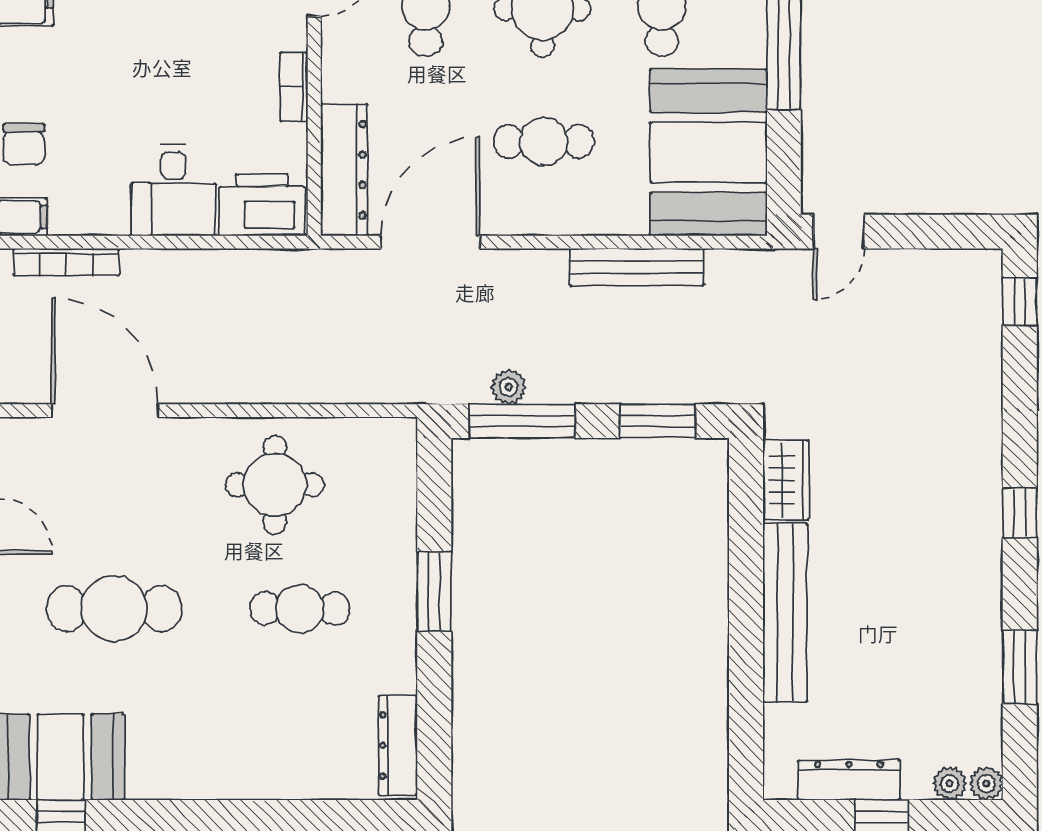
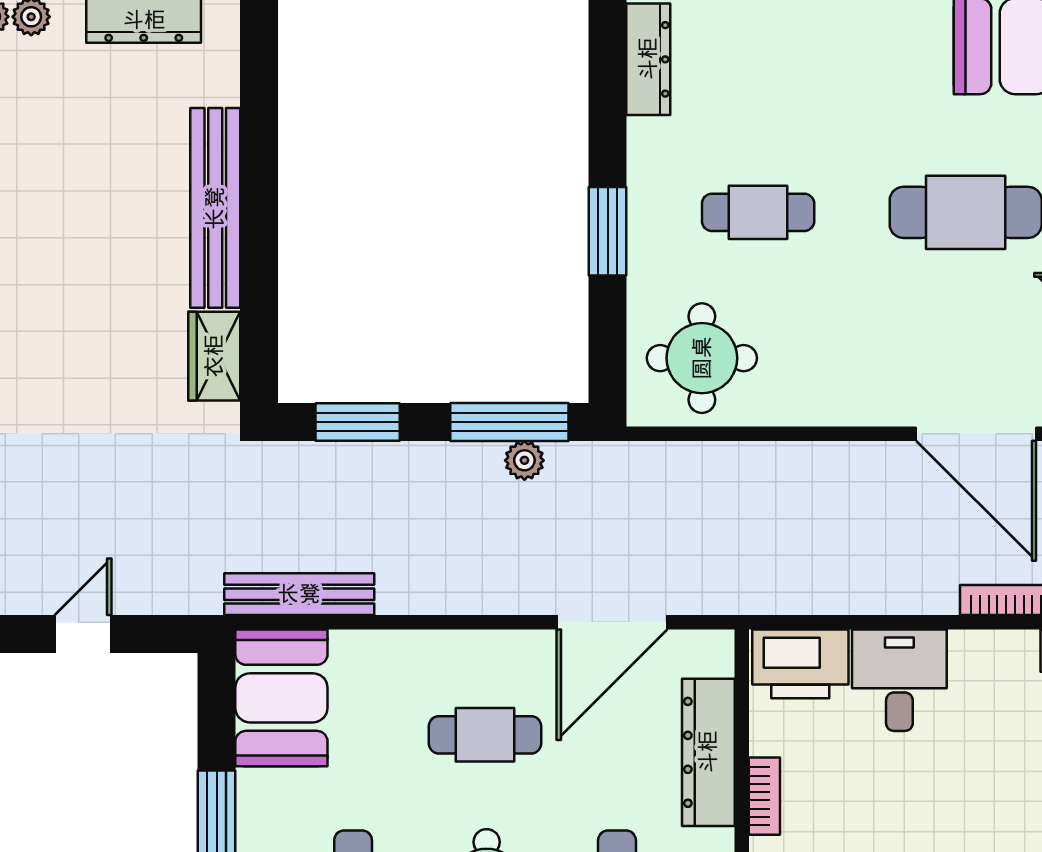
booth: (708, 152) -> (281, 698), width x0.73, depth x0.70
dresser: (344, 170) -> (708, 752), moved
door: (839, 232) -> (83, 634), moved
bench: (637, 267) -> (299, 594), moved
round table: (275, 485) -> (702, 358), moved

